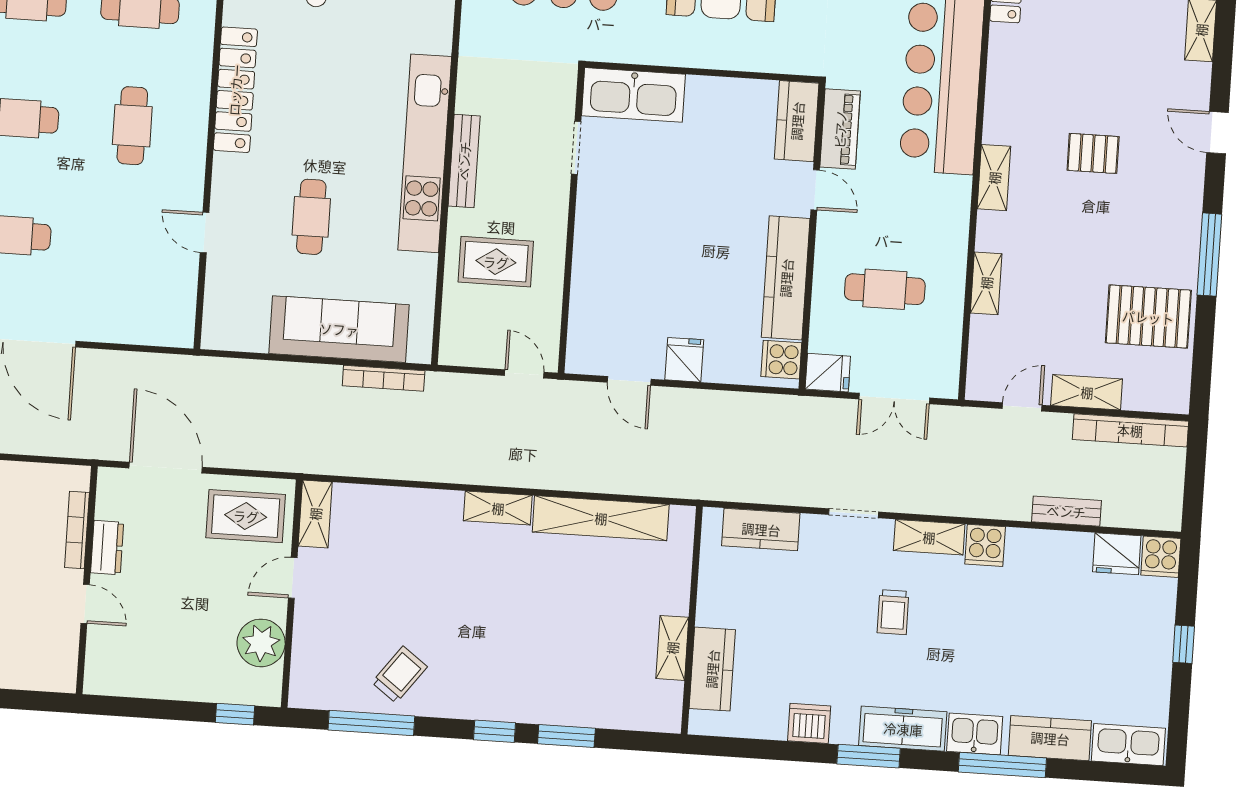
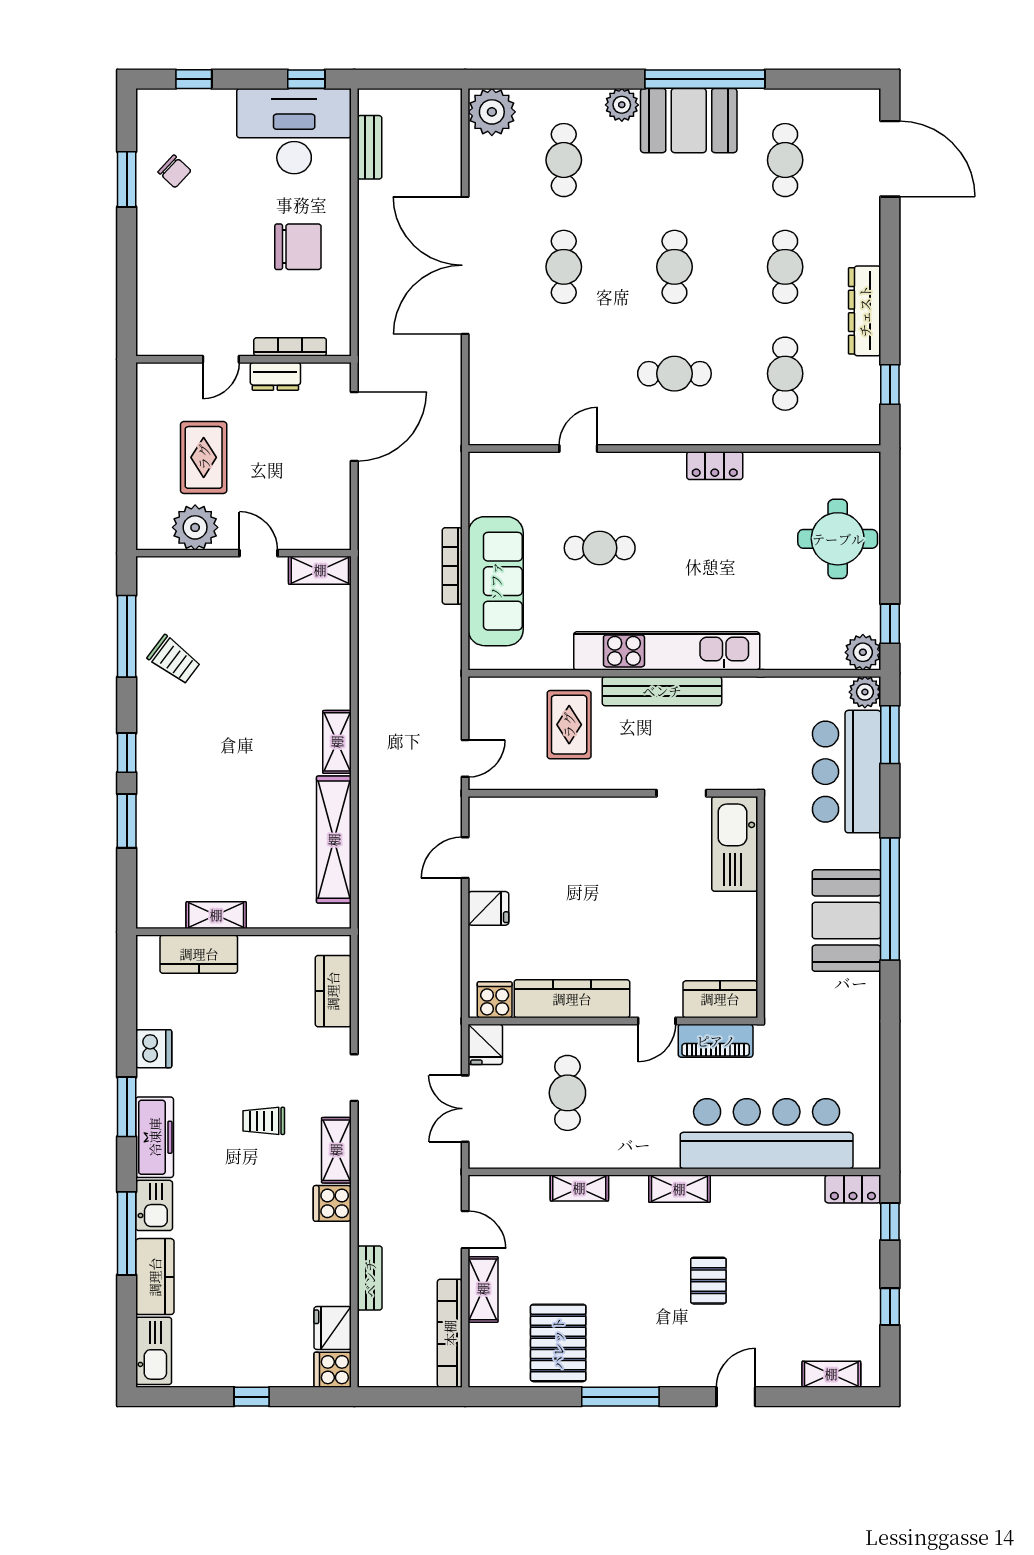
locker: (235, 90) -> (715, 466), width x0.46, depth x0.83
bench: (464, 161) -> (662, 691), width x1.37, depth x1.21
bookcase: (384, 378) -> (452, 566), moved
rug: (246, 516) -> (204, 457), moved
window: (235, 714) -> (127, 507), removed

